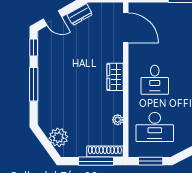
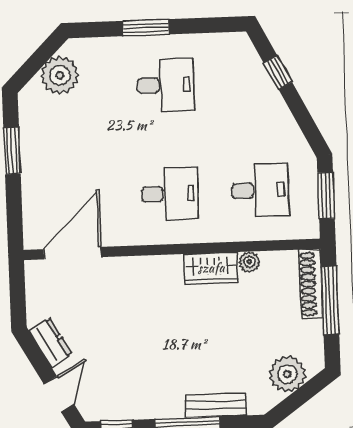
wardrobe: (115, 77) -> (211, 268), moved
bench: (44, 99) -> (216, 405), added
desk: (155, 127) -> (260, 190), width x0.73

